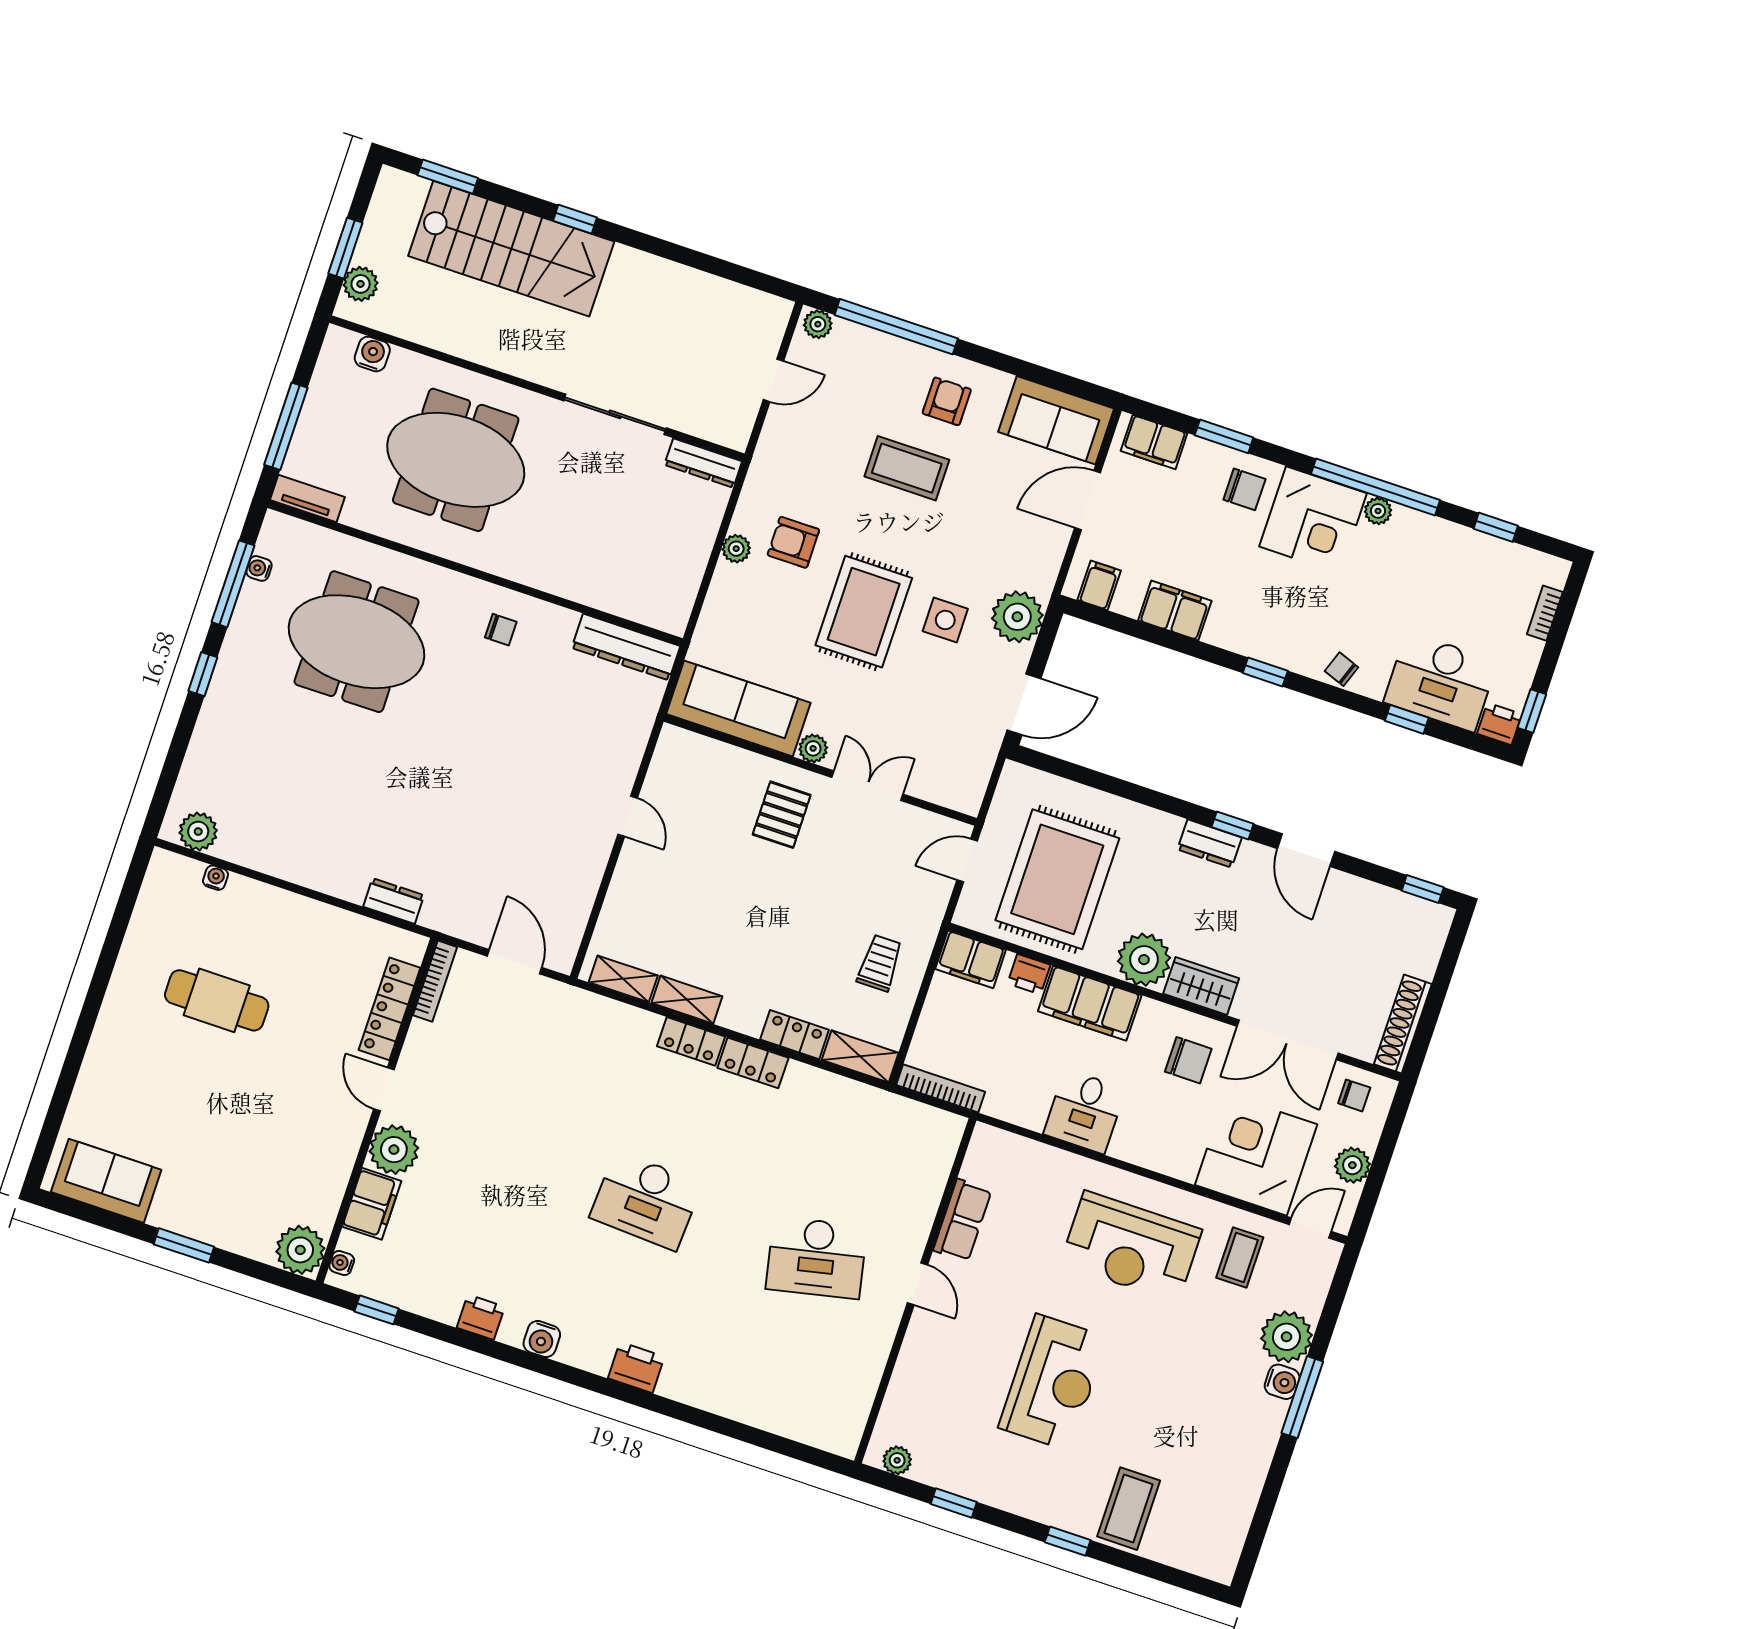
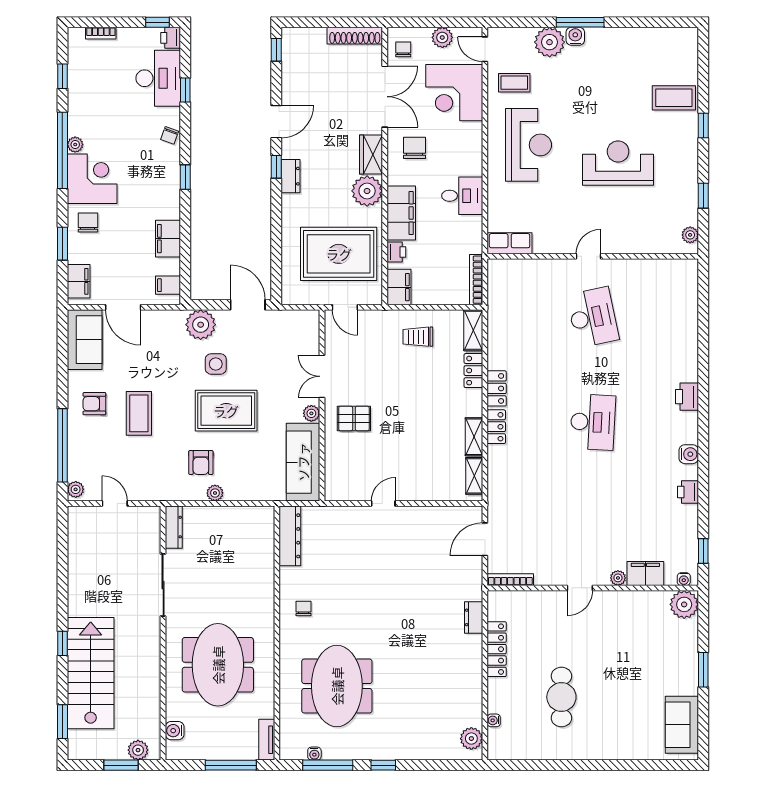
locker: (390, 1009) -> (497, 649), moved, turned -90
plant: (394, 1150) -> (618, 578), width x0.53, depth x0.53
row of seats: (962, 1220) -> (510, 243), moved

